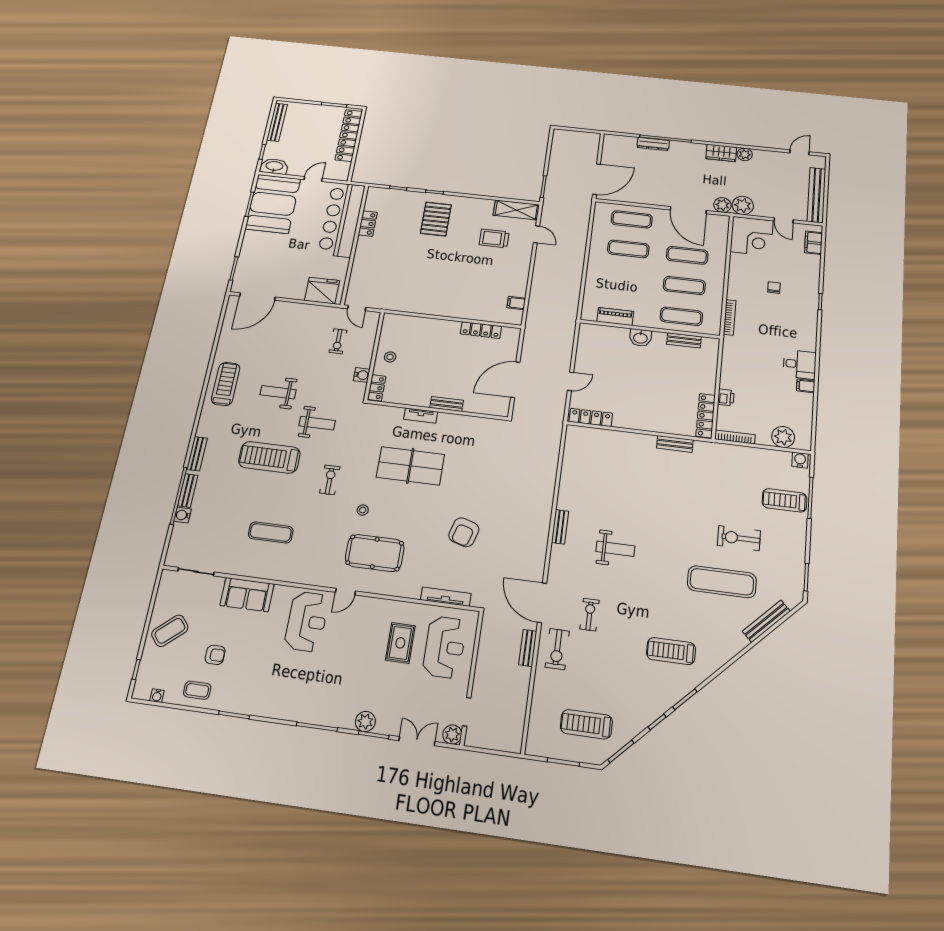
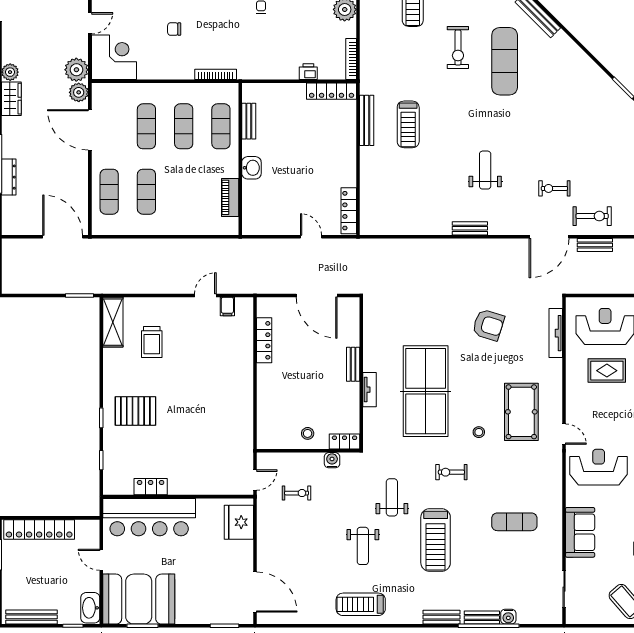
door: (688, 210) -> (90, 130), swing flipped
door: (536, 234) -> (205, 296), moved
bench: (675, 444) -> (367, 120), width x1.36
table tennis table: (410, 466) -> (426, 391), width x1.36, depth x1.32
exercise mat: (271, 533) -> (514, 522), turned 90
treadmill: (671, 651) -> (408, 124), moved

